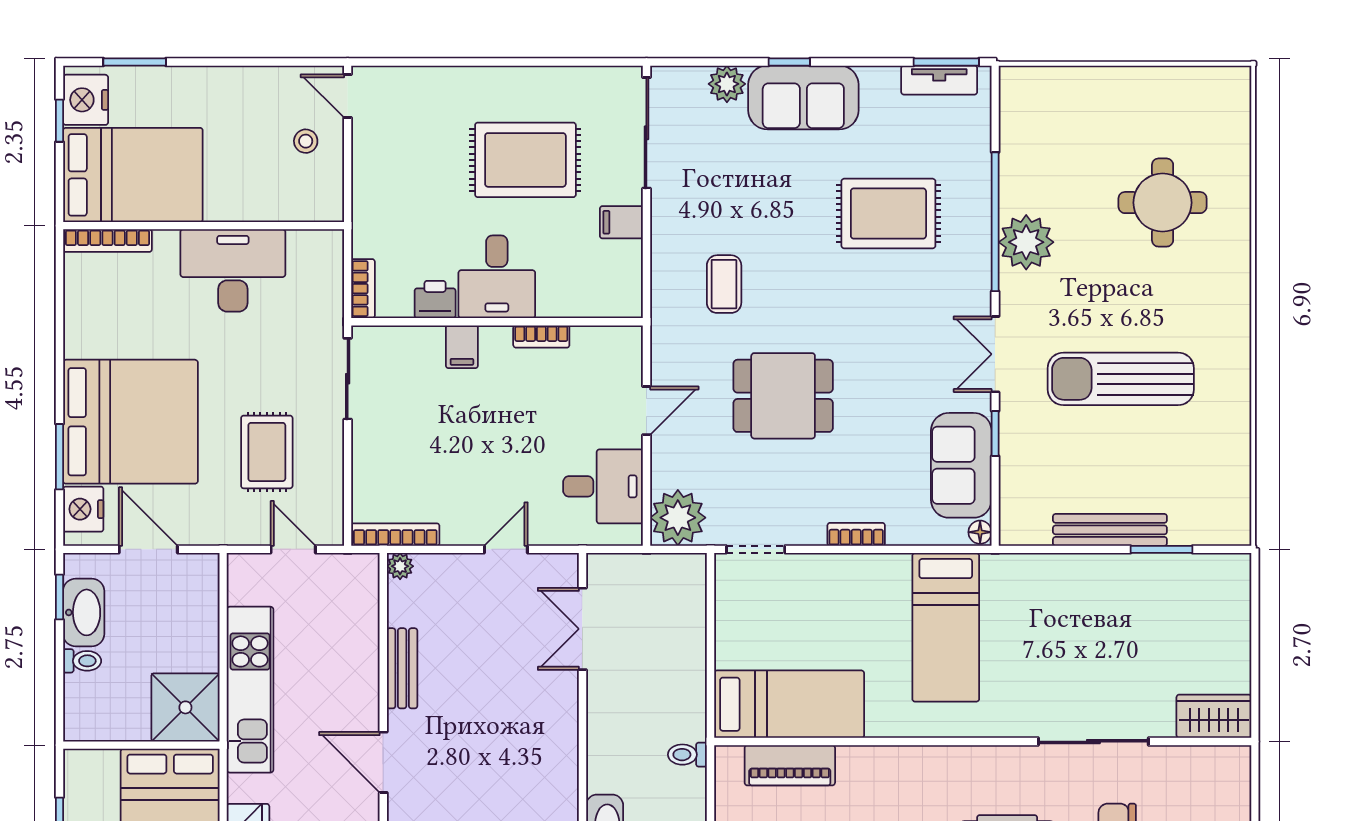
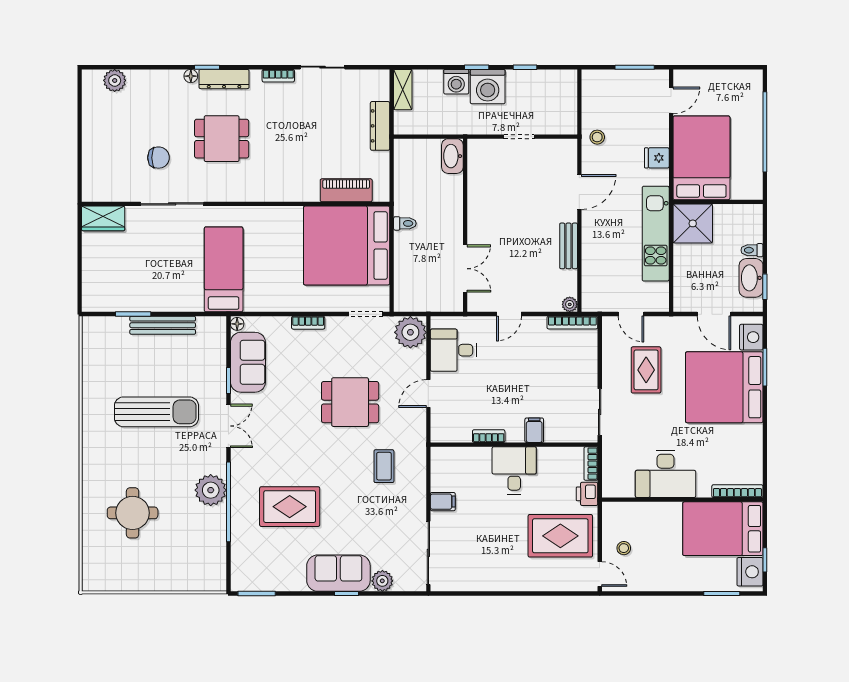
tv unit: (939, 80) -> (261, 583), removed
rug: (525, 160) -> (560, 536), moved
printer: (435, 299) -> (587, 494), moved, turned 90
bed: (946, 627) -> (224, 269), moved
bed: (789, 704) -> (347, 245), width x2.04
toilet: (687, 755) -> (405, 223), moved
door: (383, 762) -> (579, 192), hinge flipped

